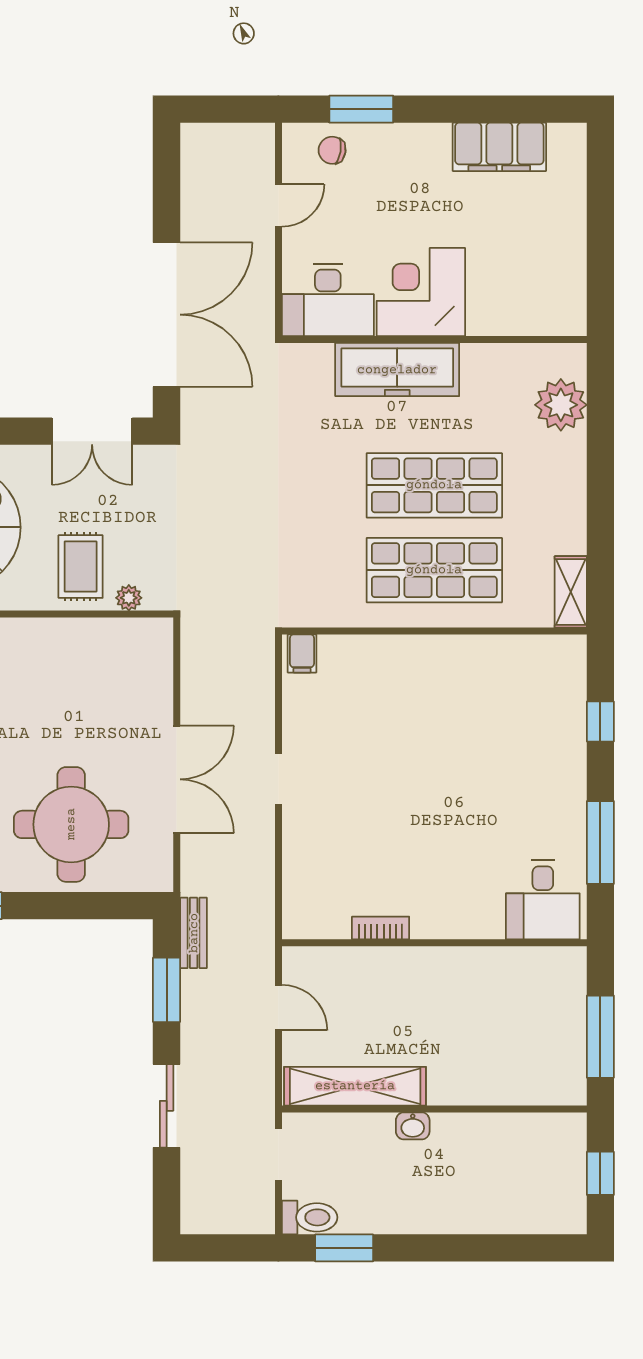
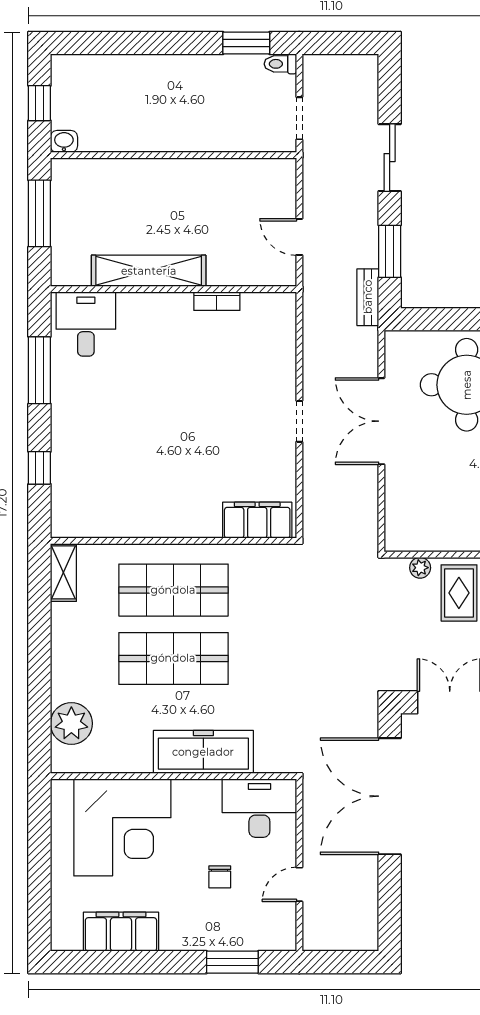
chair: (332, 150) -> (220, 877), moved, turned 81
corner desk: (421, 292) -> (122, 827), moved, width x1.36, depth x1.36
filing cabinet: (302, 653) -> (257, 520), width x3.00, depth x1.17
shelving: (355, 1086) -> (149, 271), moved
washbasin: (413, 1126) -> (64, 141), moved
toilet: (310, 1217) -> (280, 64), width x0.73, depth x0.72

